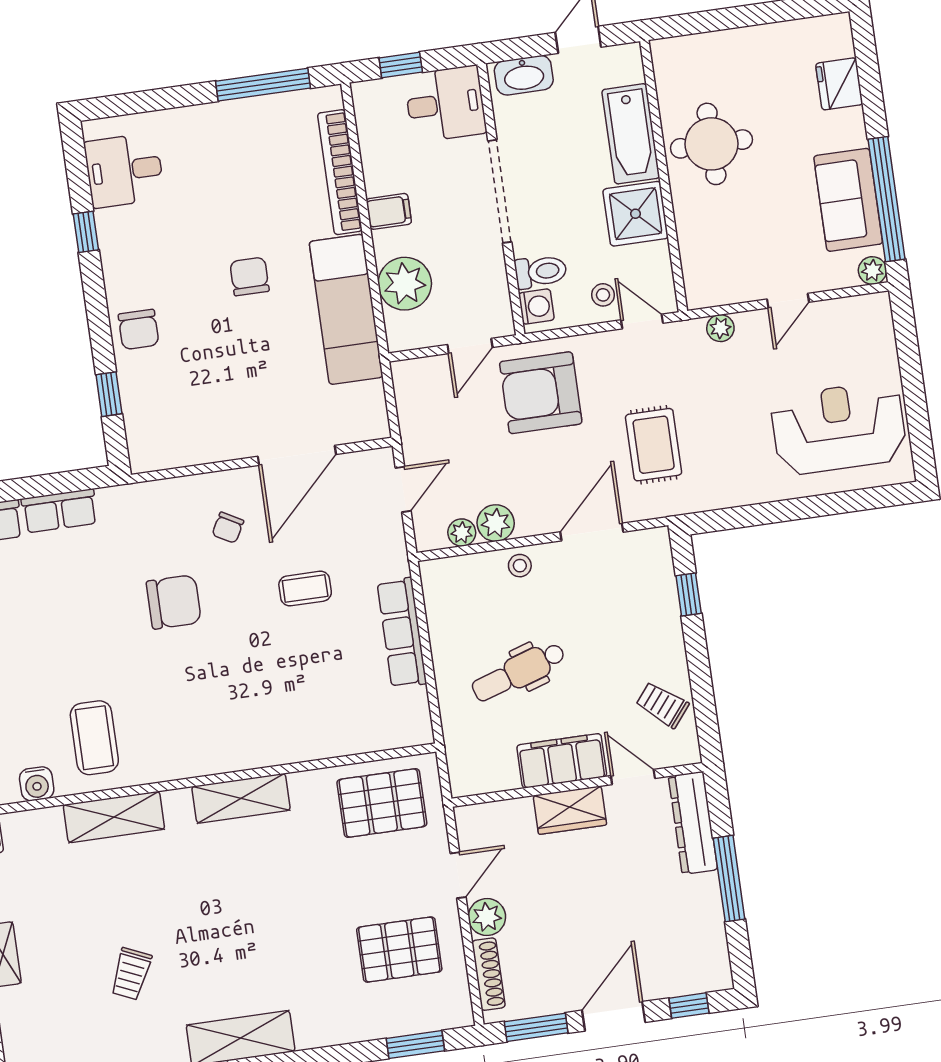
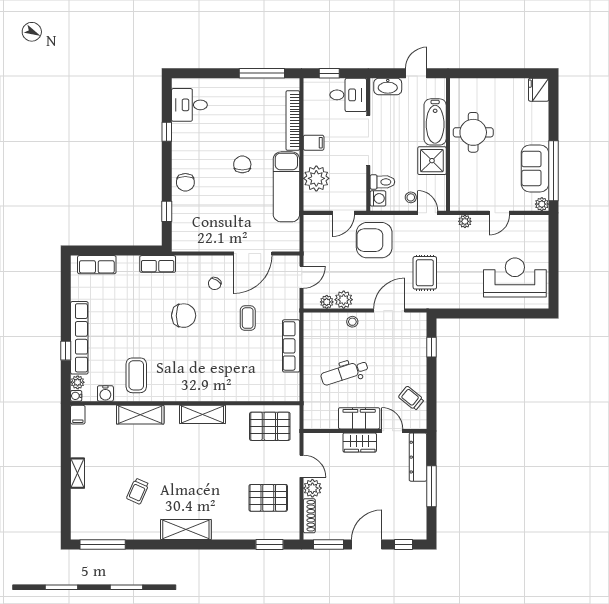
fridge: (839, 84) -> (539, 90), moved
row of seats: (59, 511) -> (158, 264), moved
coffee table: (305, 589) -> (248, 318), turned 90
door: (458, 875) -> (302, 466), hinge flipped

